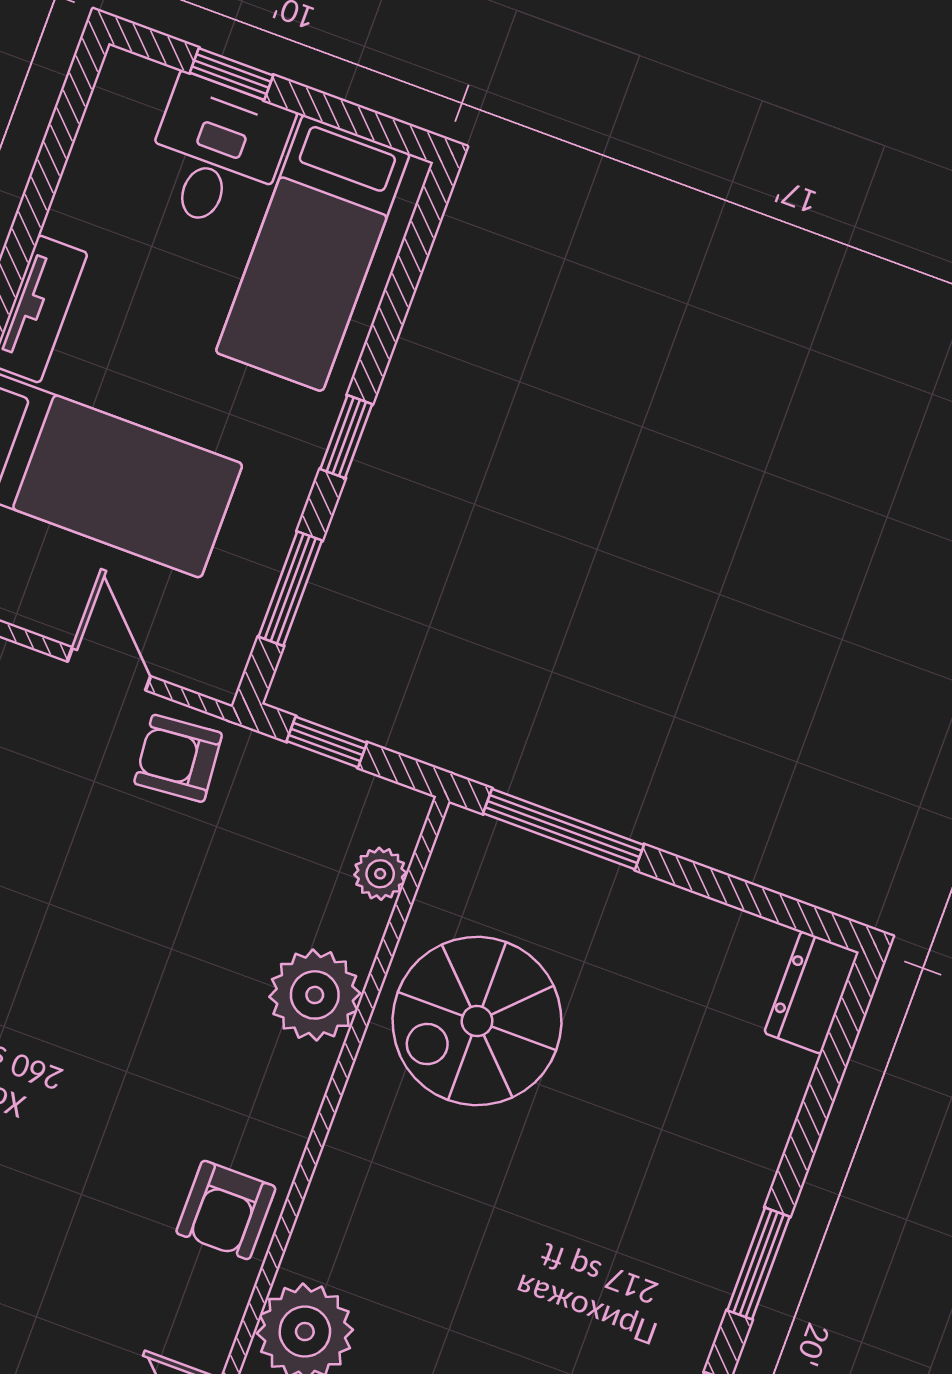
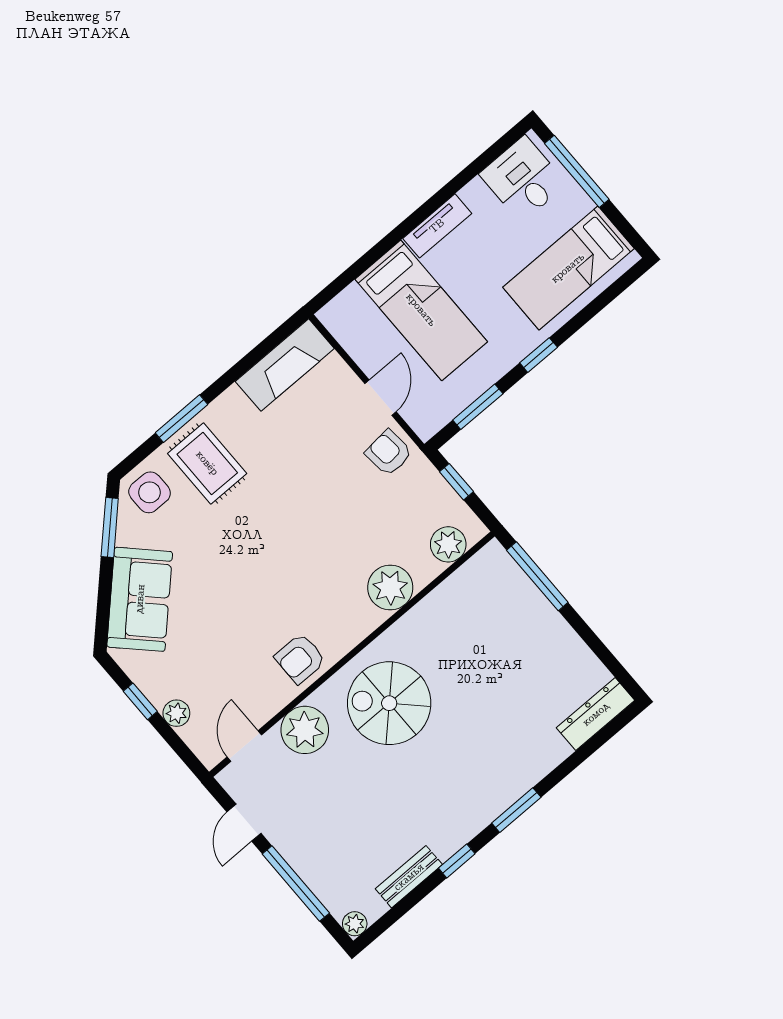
window: (231, 74) -> (577, 171), width x2.17
desk: (216, 154) -> (523, 179), moved, turned -90
plant: (380, 874) -> (448, 544), width x1.38, depth x1.38
dresser: (811, 992) -> (596, 714), width x1.44
spiral stairs: (477, 1021) -> (389, 703), moved

